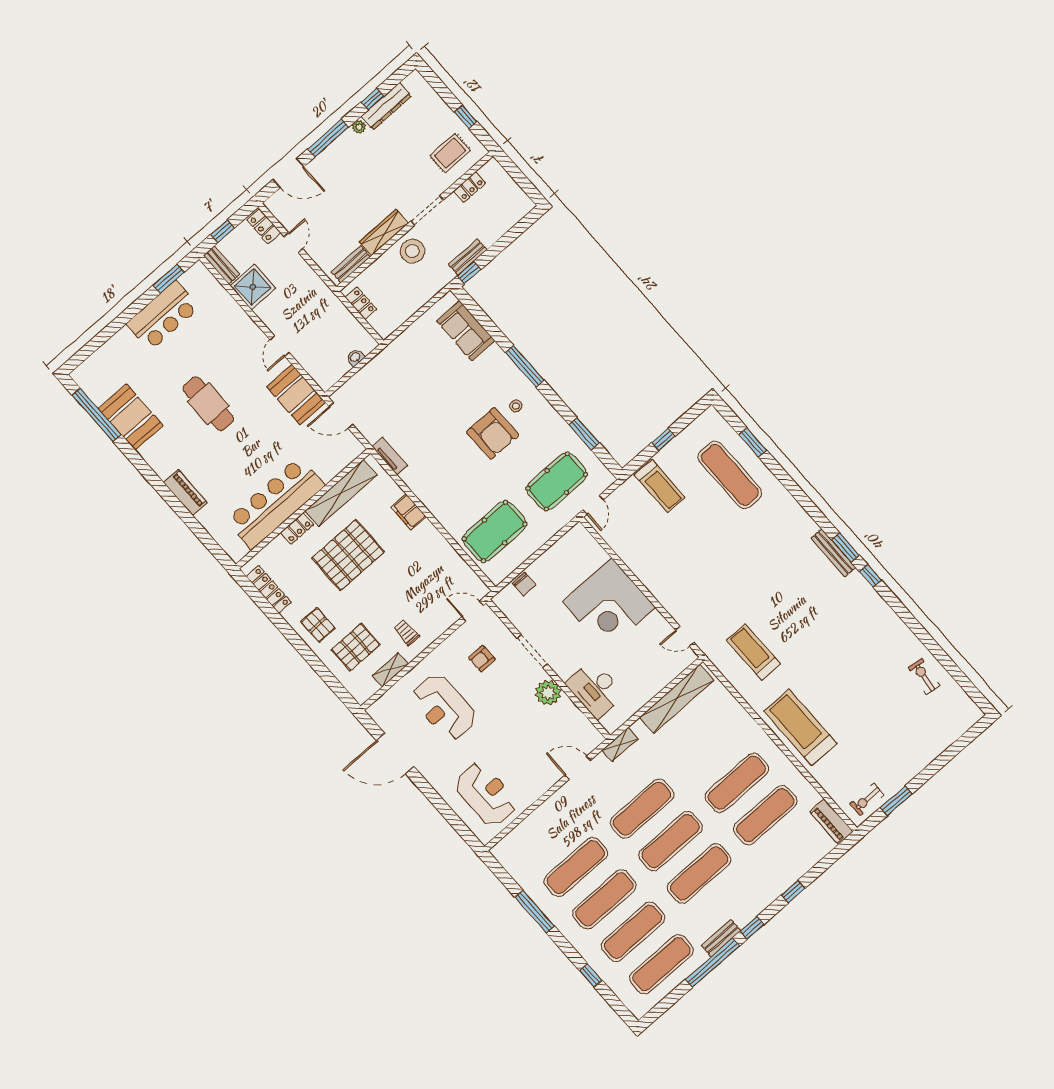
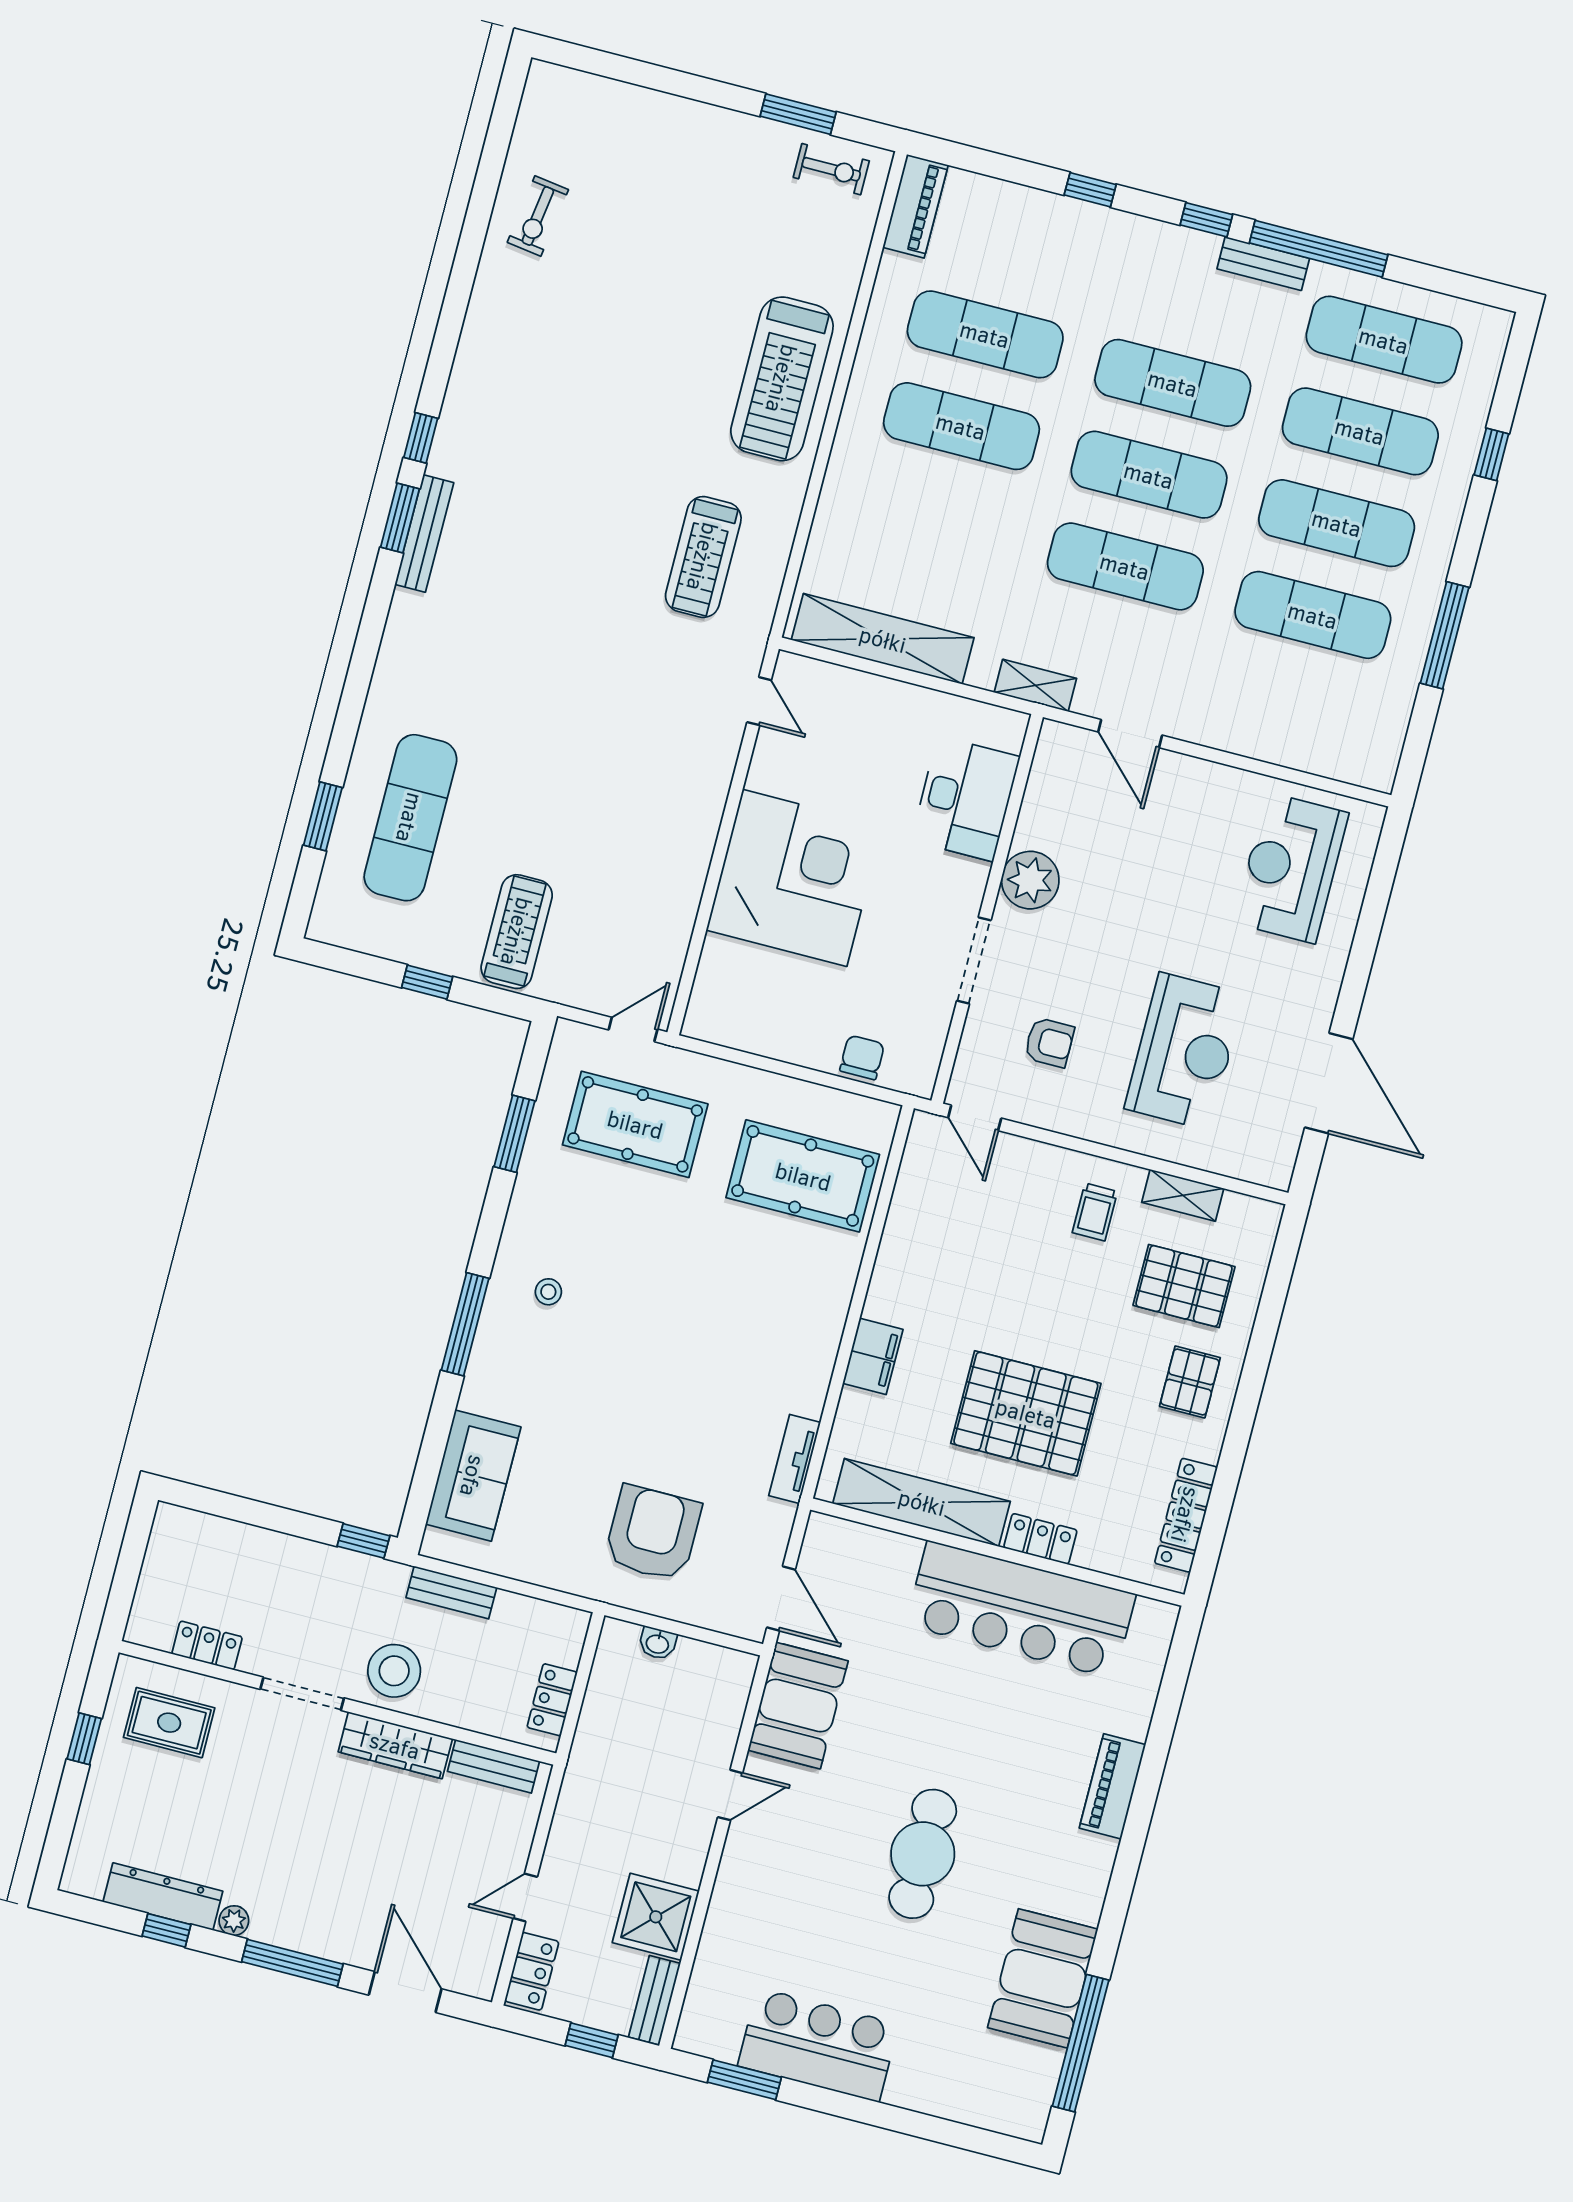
bench: (468, 257) -> (451, 1592), moved
armchair: (493, 433) -> (653, 1533), moved

